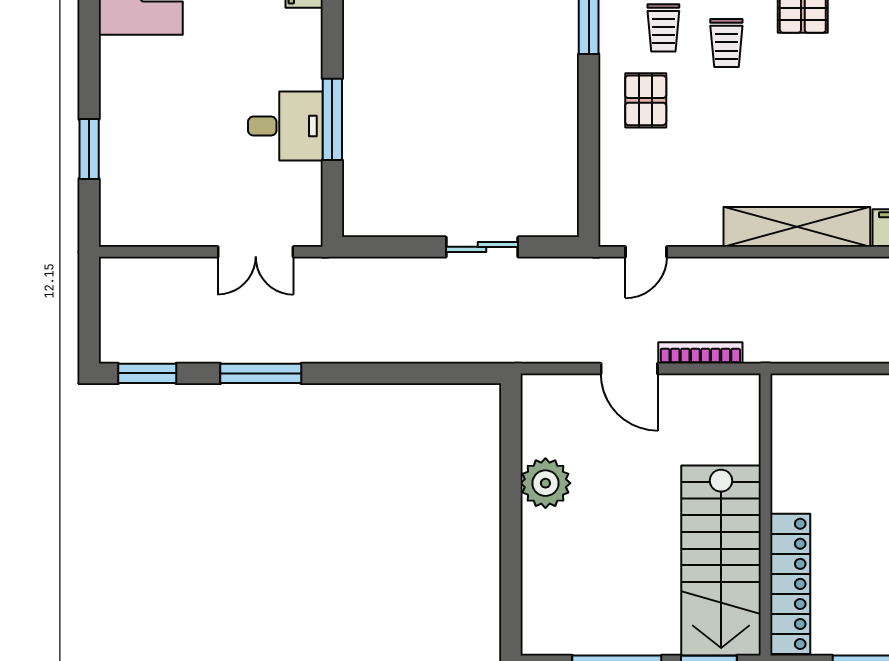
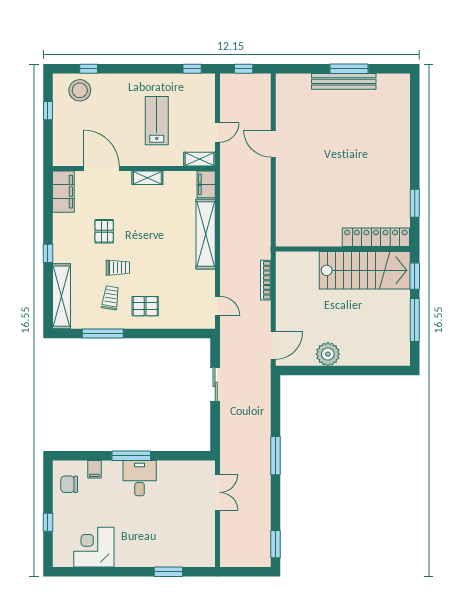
trolley: (663, 28) -> (111, 298), turned -81
window: (332, 119) -> (131, 456), moved
desk: (285, 126) -> (140, 478), moved
door: (629, 369) -> (273, 345), moved
window: (261, 373) -> (276, 456), moved

